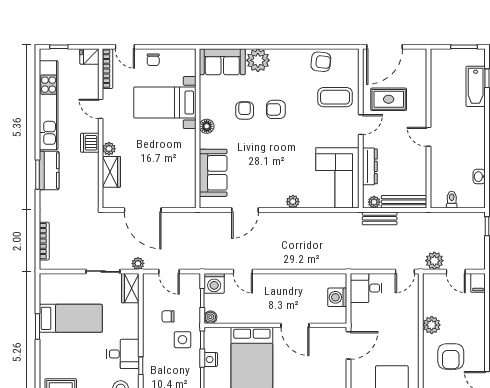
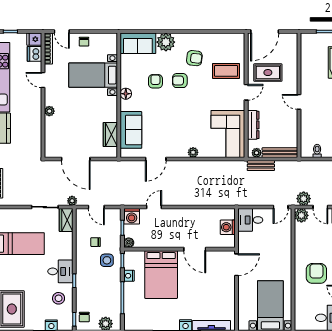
armchair: (321, 62) -> (194, 58), moved
dishwasher: (90, 143) -> (34, 54), moved
wardrobe: (111, 172) -> (110, 135), moved, turned 180
door: (243, 271) -> (154, 207), swing flipped
plant: (432, 325) -> (301, 215), moved
armchair: (451, 356) -> (316, 273), turned 180

